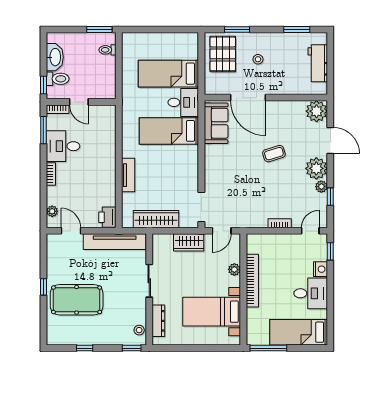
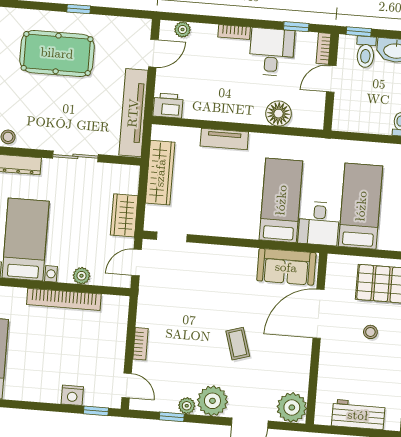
window: (43, 130) -> (296, 27), width x0.67
floor lamp: (107, 138) -> (278, 114), added
doorway: (201, 207) -> (172, 237), width x0.73
door: (222, 231) -> (137, 262), hinge flipped
desk: (311, 293) -> (40, 379), removed
pool table: (77, 300) -> (57, 53), turned 90

